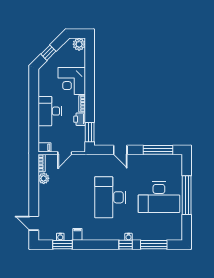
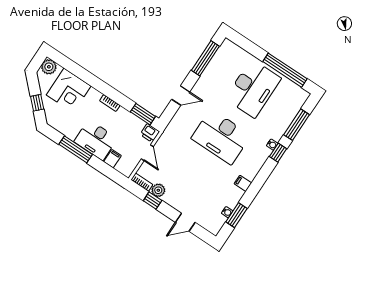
corner desk: (72, 81) -> (69, 90), moved
window: (34, 101) -> (76, 149), added
printer: (80, 119) -> (150, 133), moved
filing cabinet: (44, 147) -> (113, 159), moved
window: (34, 179) -> (153, 201), added
window: (187, 195) -> (285, 70), moved
door: (34, 223) -> (185, 222), moved
filing cabinet: (77, 234) -> (243, 183), moved

